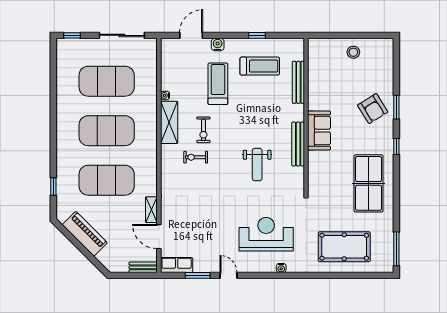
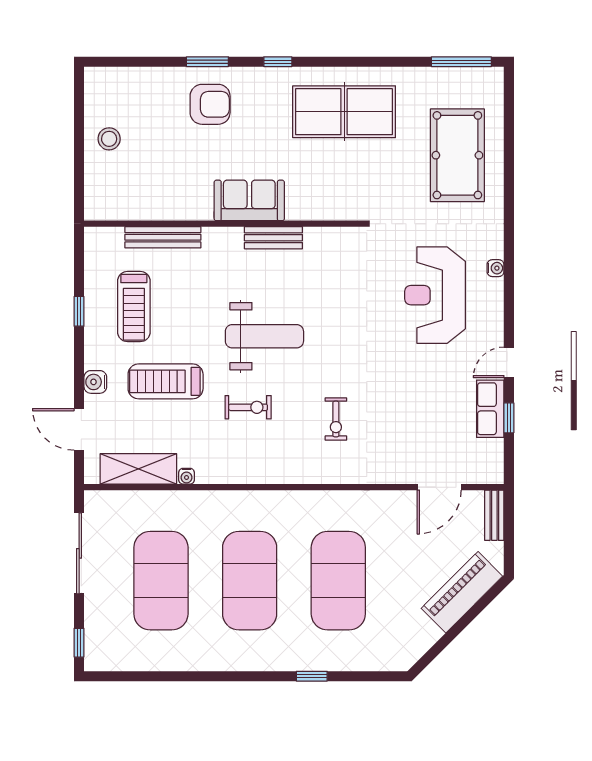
treadmill: (260, 66) -> (134, 307), turned 180
armchair: (373, 109) -> (210, 104), turned 32
shelving: (169, 122) -> (138, 469), moved
bench: (298, 144) -> (273, 238), width x0.73
exercise bike: (196, 157) -> (336, 419), moved
weight bench: (257, 165) -> (264, 336), moved, width x1.36, depth x1.33
window: (53, 187) -> (312, 676), moved
shelving: (151, 210) -> (391, 501), removed
piano: (85, 234) -> (462, 592), moved
row of seats: (177, 265) -> (490, 409), moved
window: (198, 275) -> (509, 418), width x0.67

